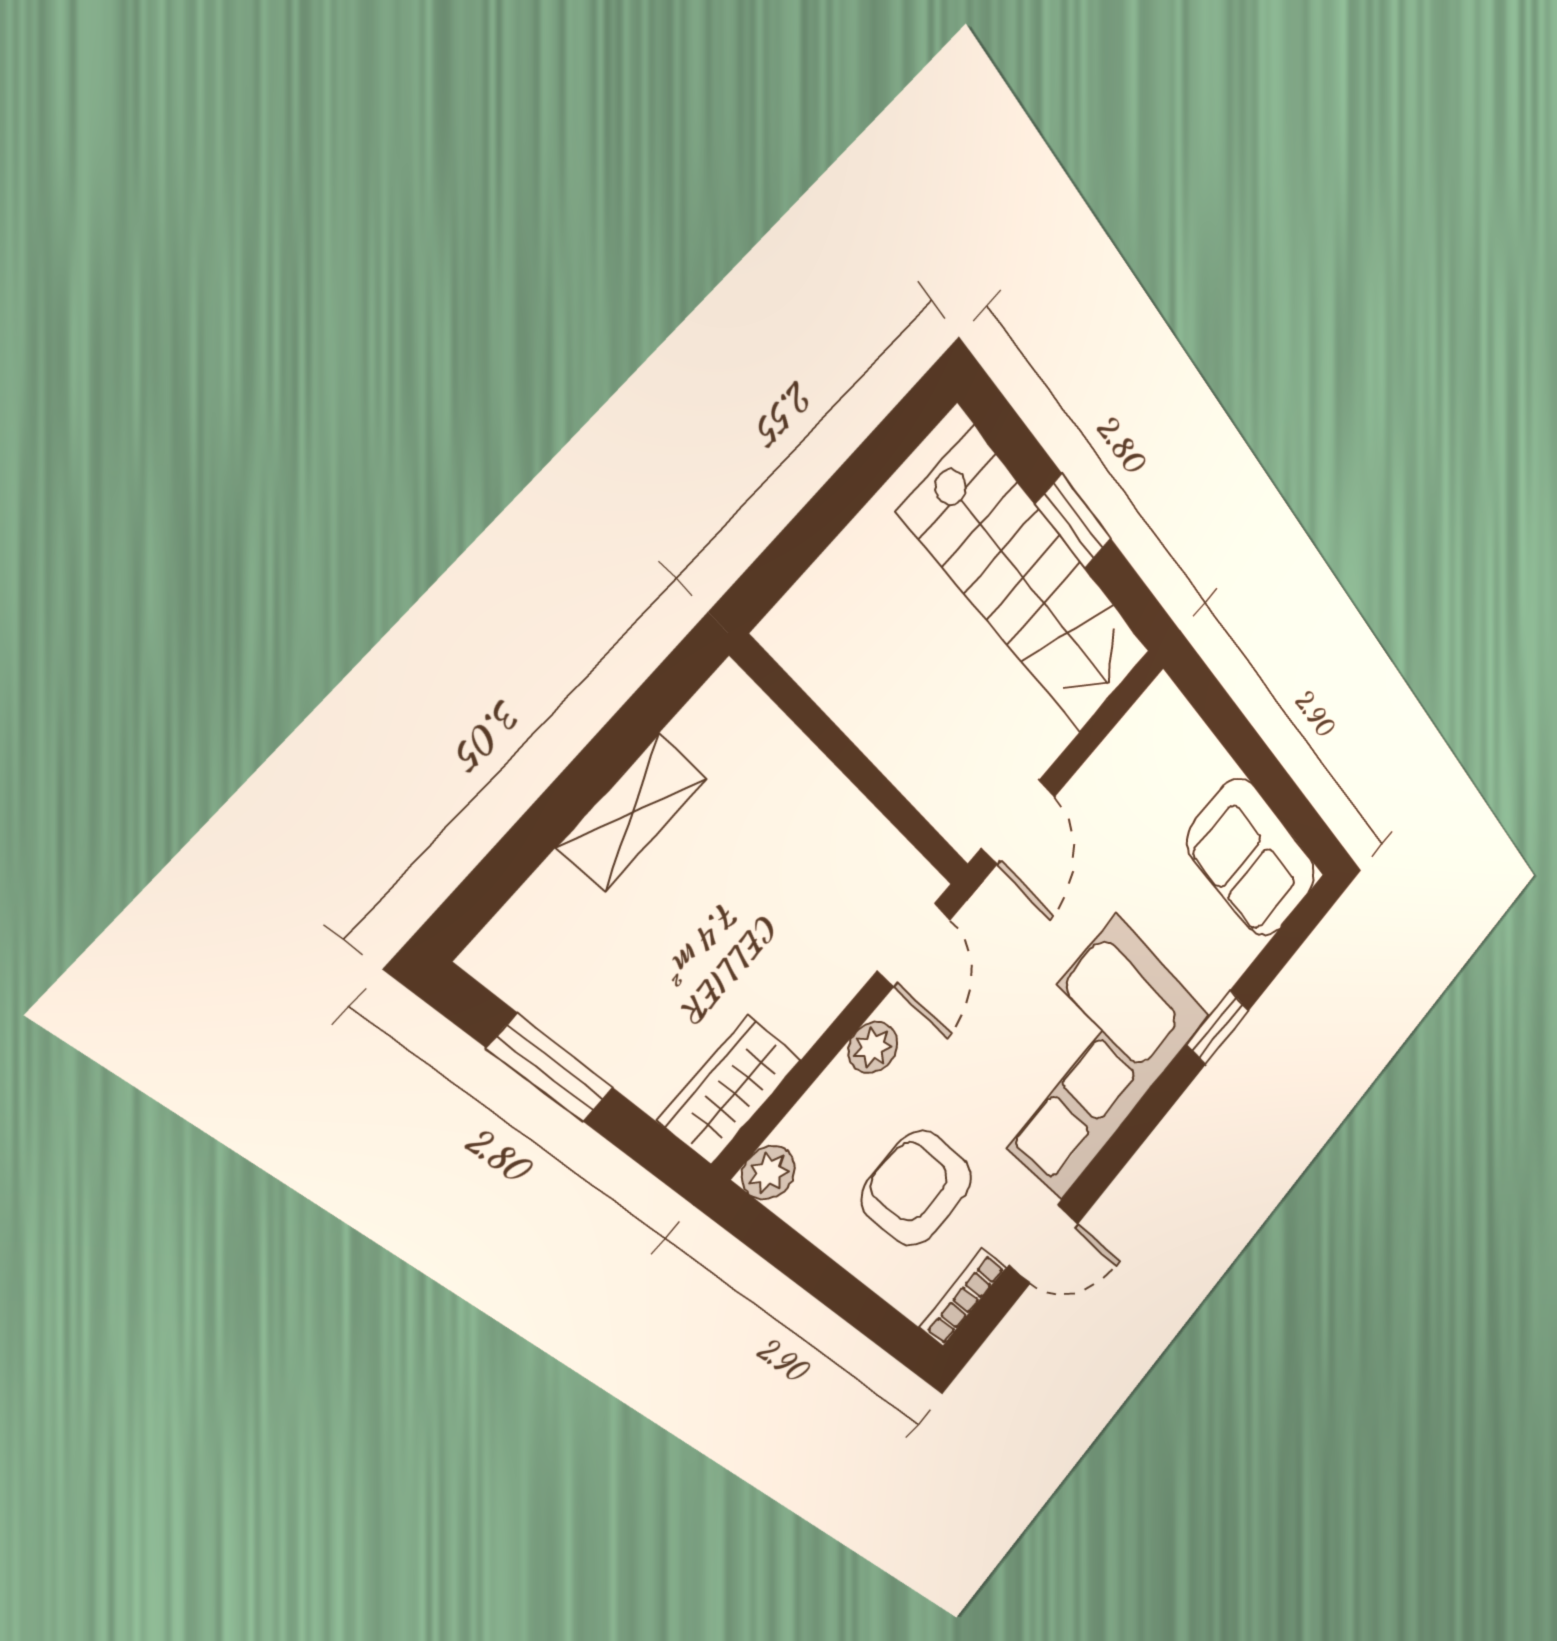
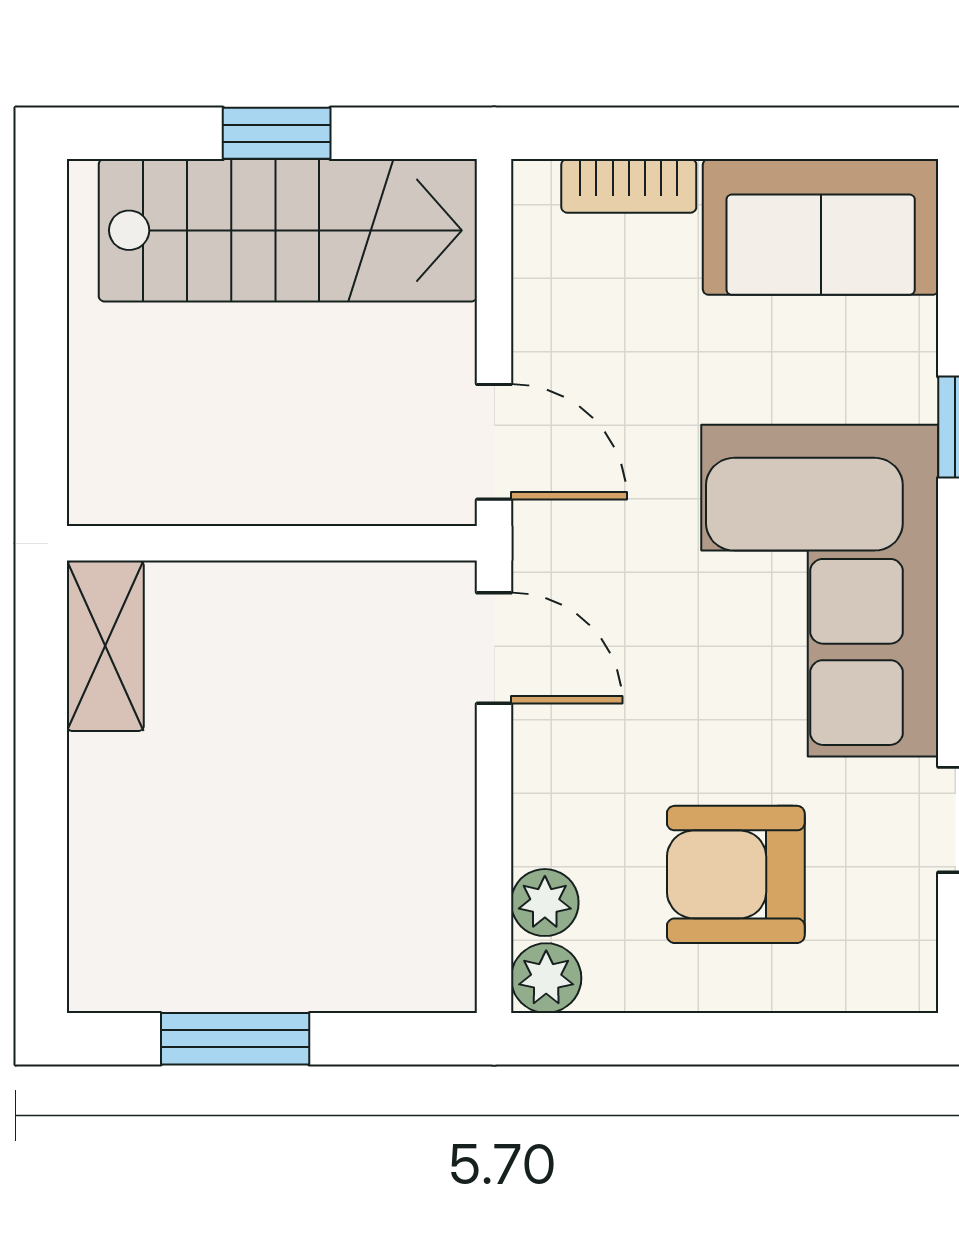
shelving: (632, 813) -> (105, 646), moved
plant: (873, 1048) -> (545, 903), moved
wardrobe: (730, 1090) -> (429, 931), removed
bookcase: (963, 1298) -> (629, 186), moved, turned -90

